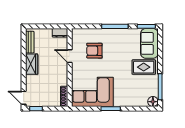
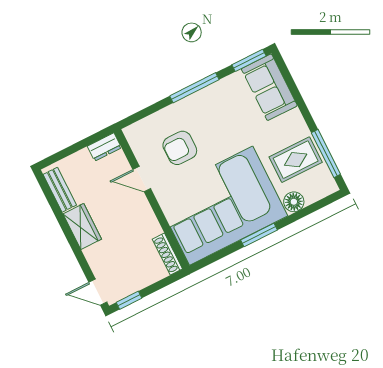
rug: (144, 67) -> (296, 160), moved
corner sofa: (92, 92) -> (221, 206), width x1.36, depth x1.36
floor lamp: (153, 102) -> (294, 202), moved

